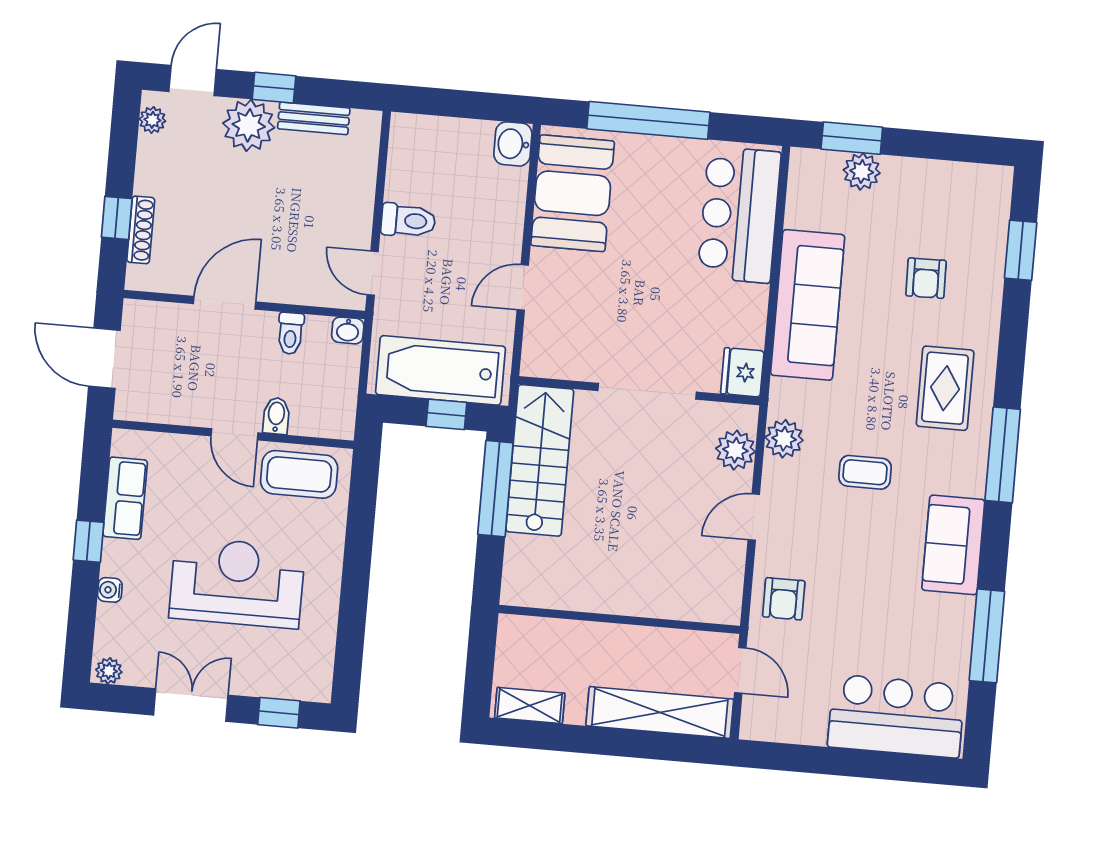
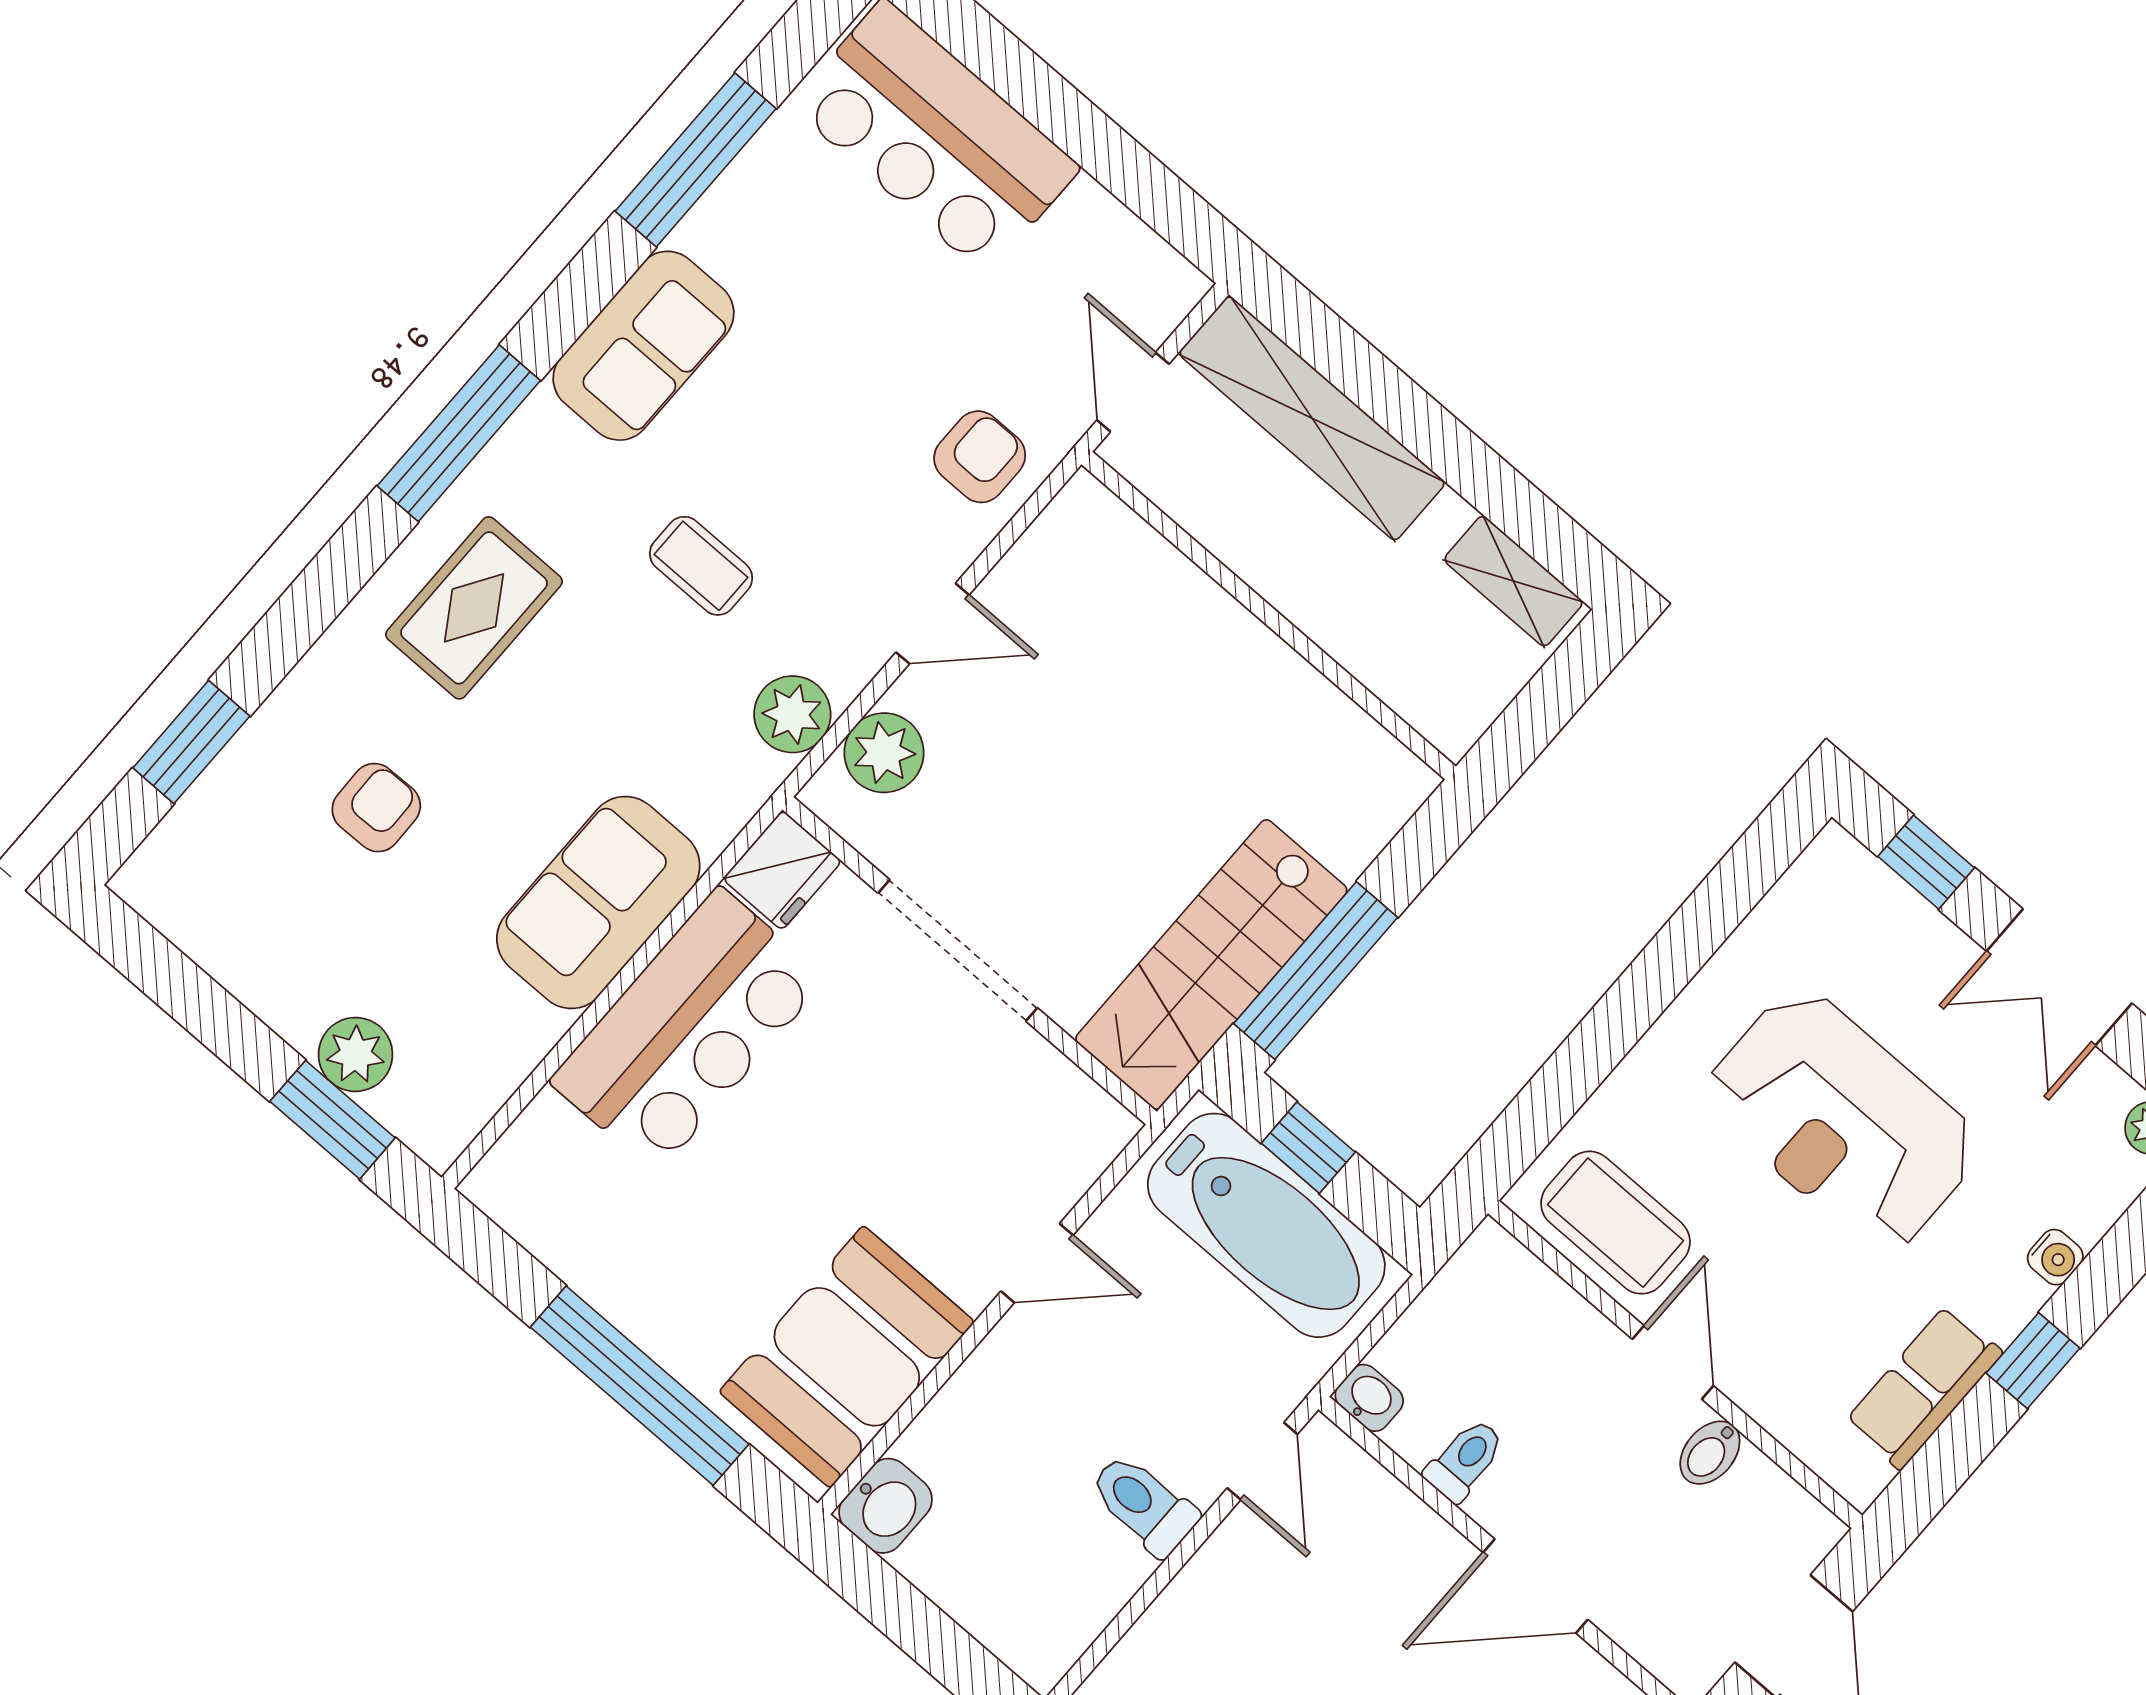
bar counter: (739, 215) -> (688, 1030), moved
sofa: (808, 305) -> (598, 902), width x0.73
bidet: (276, 416) -> (1710, 1453), moved

